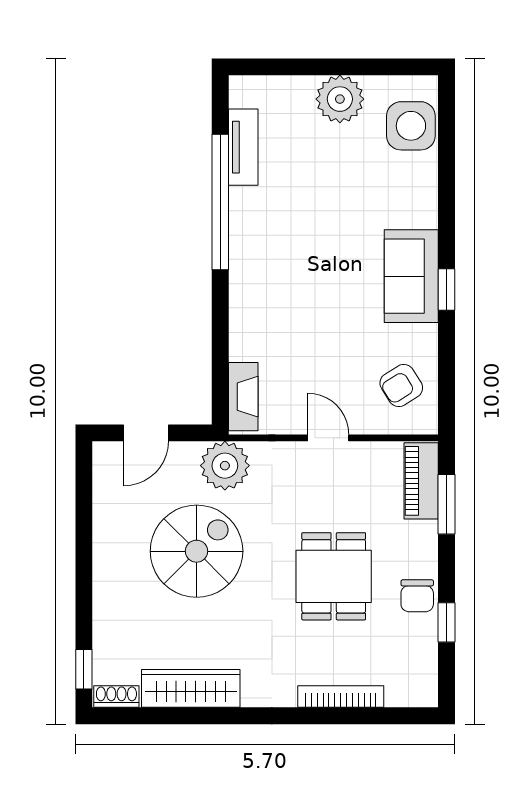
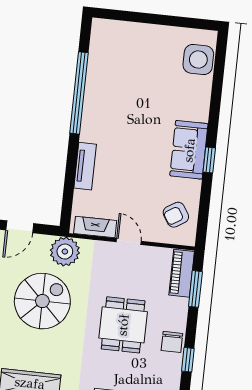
plant: (340, 99) -> (157, 39), removed
tv unit: (243, 147) -> (85, 166), moved
fireplace: (243, 397) -> (95, 227), moved, turned -90

